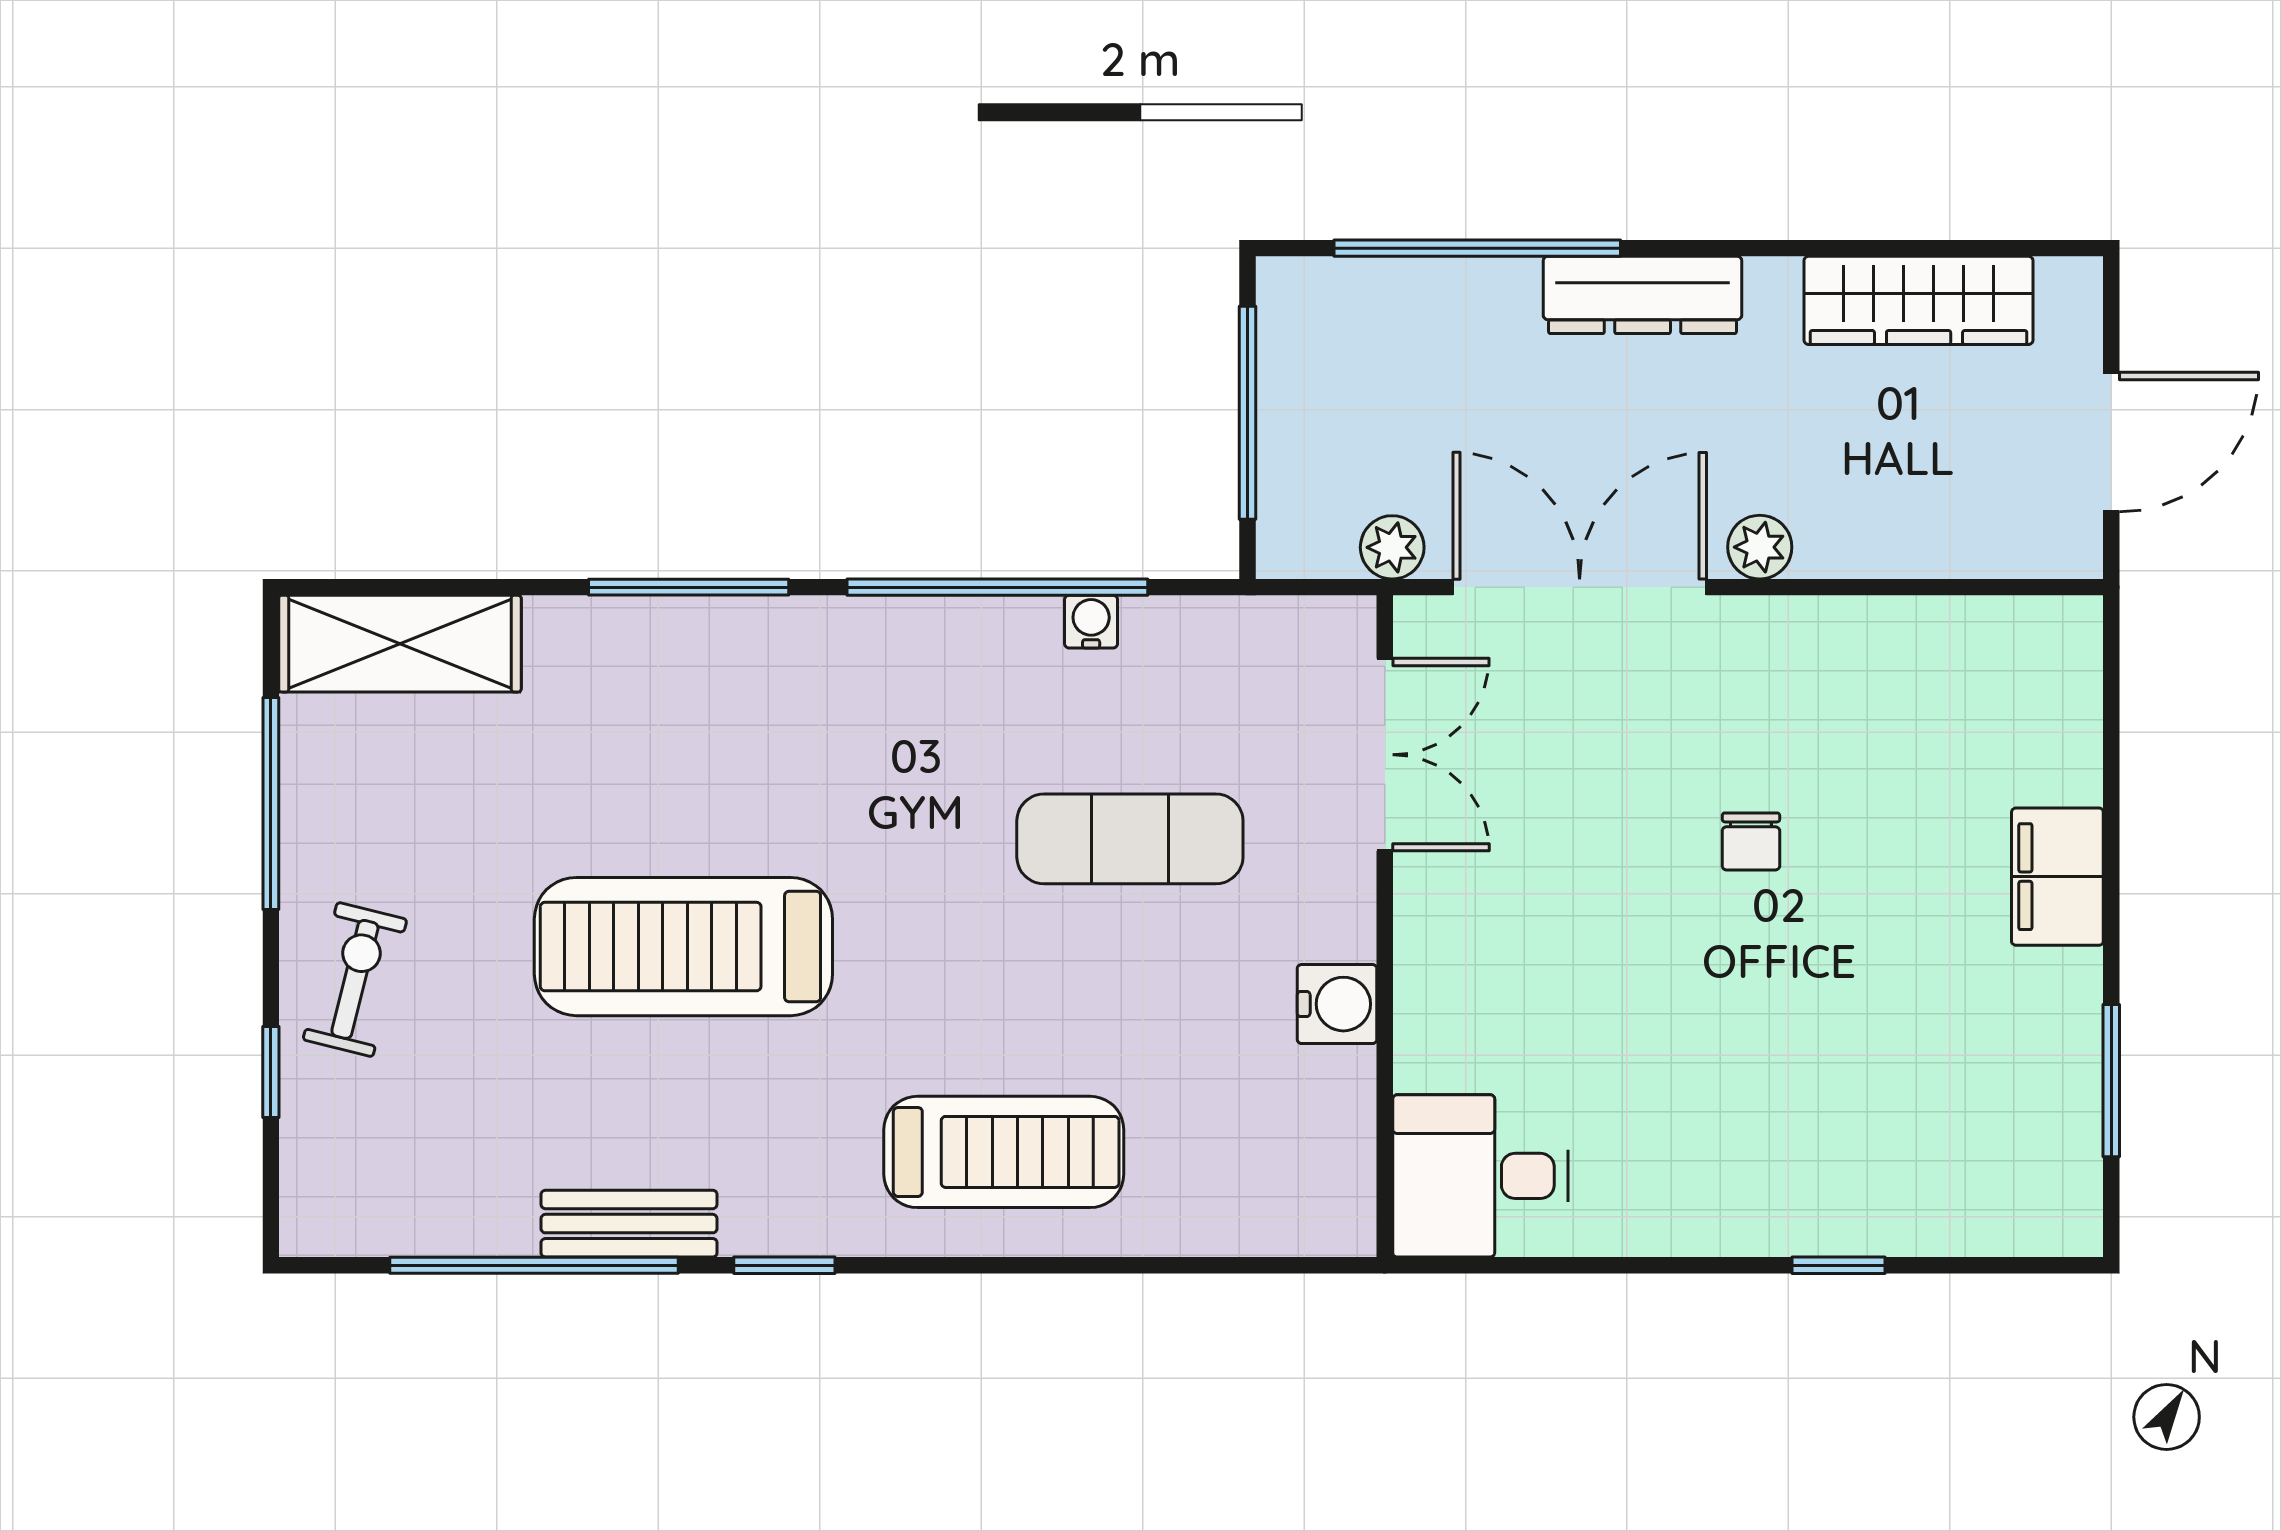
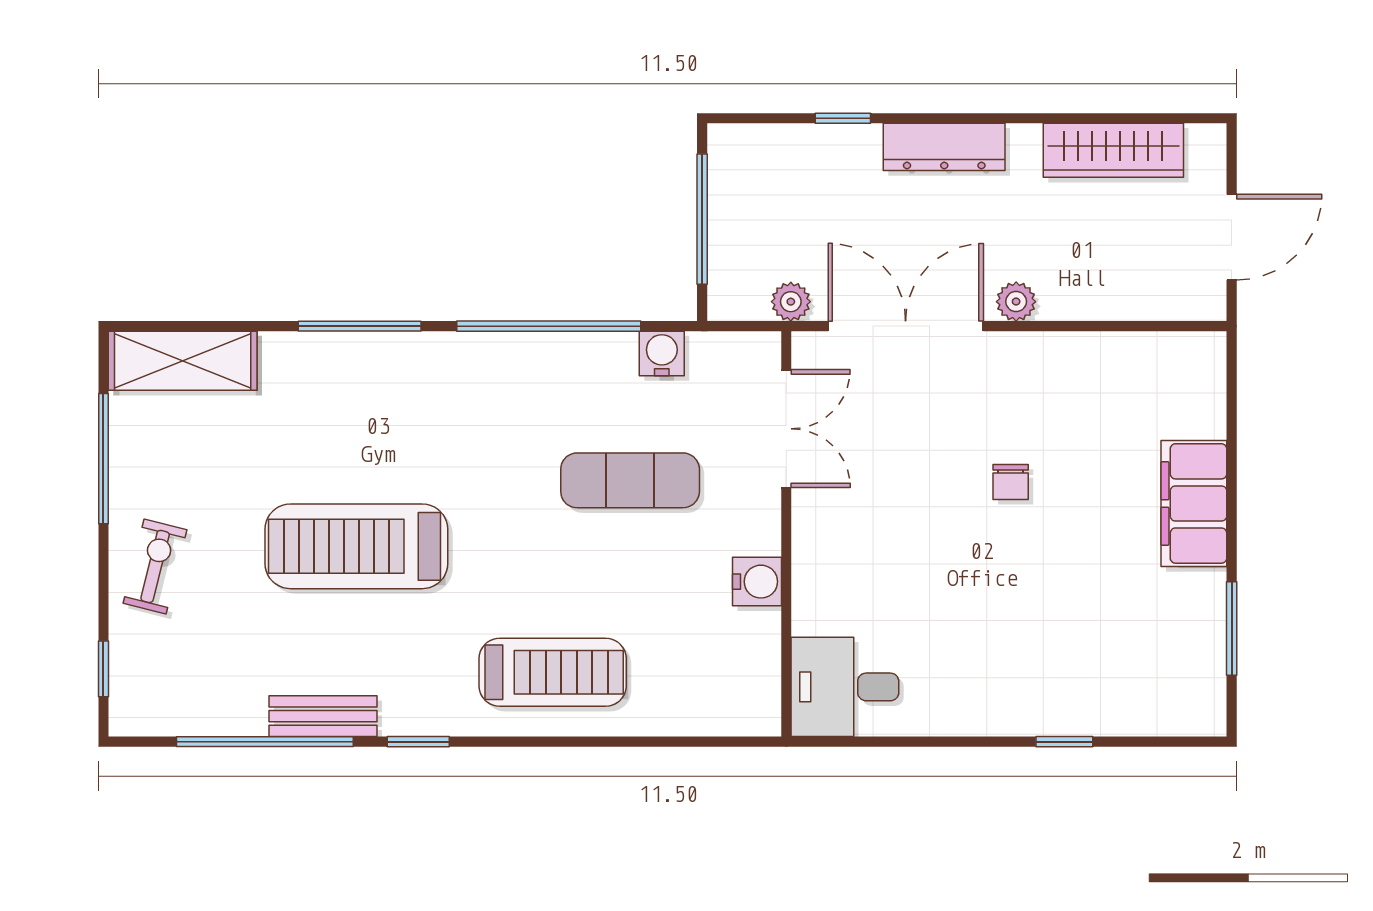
window: (1477, 248) -> (843, 118), width x0.32
water cooler: (1091, 622) -> (662, 353), moved, width x1.38, depth x1.38
filing cabinet: (2057, 877) -> (1194, 503), width x1.50, depth x1.17
window: (271, 1072) -> (103, 669), moved

